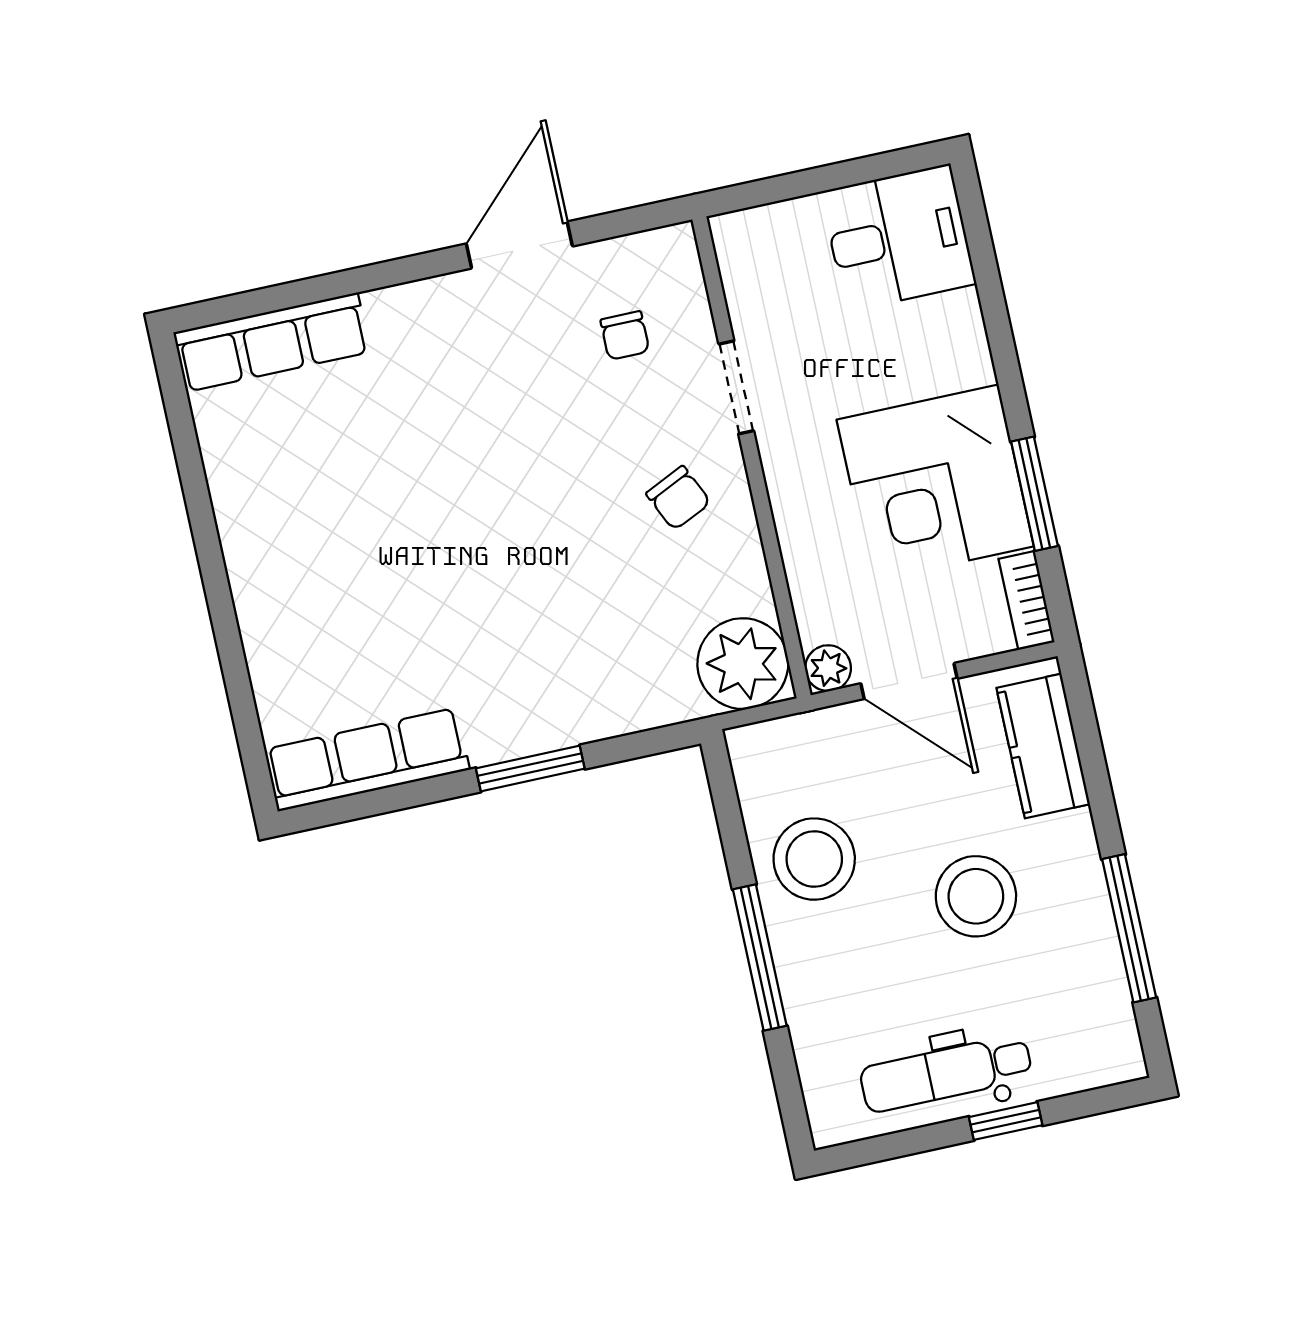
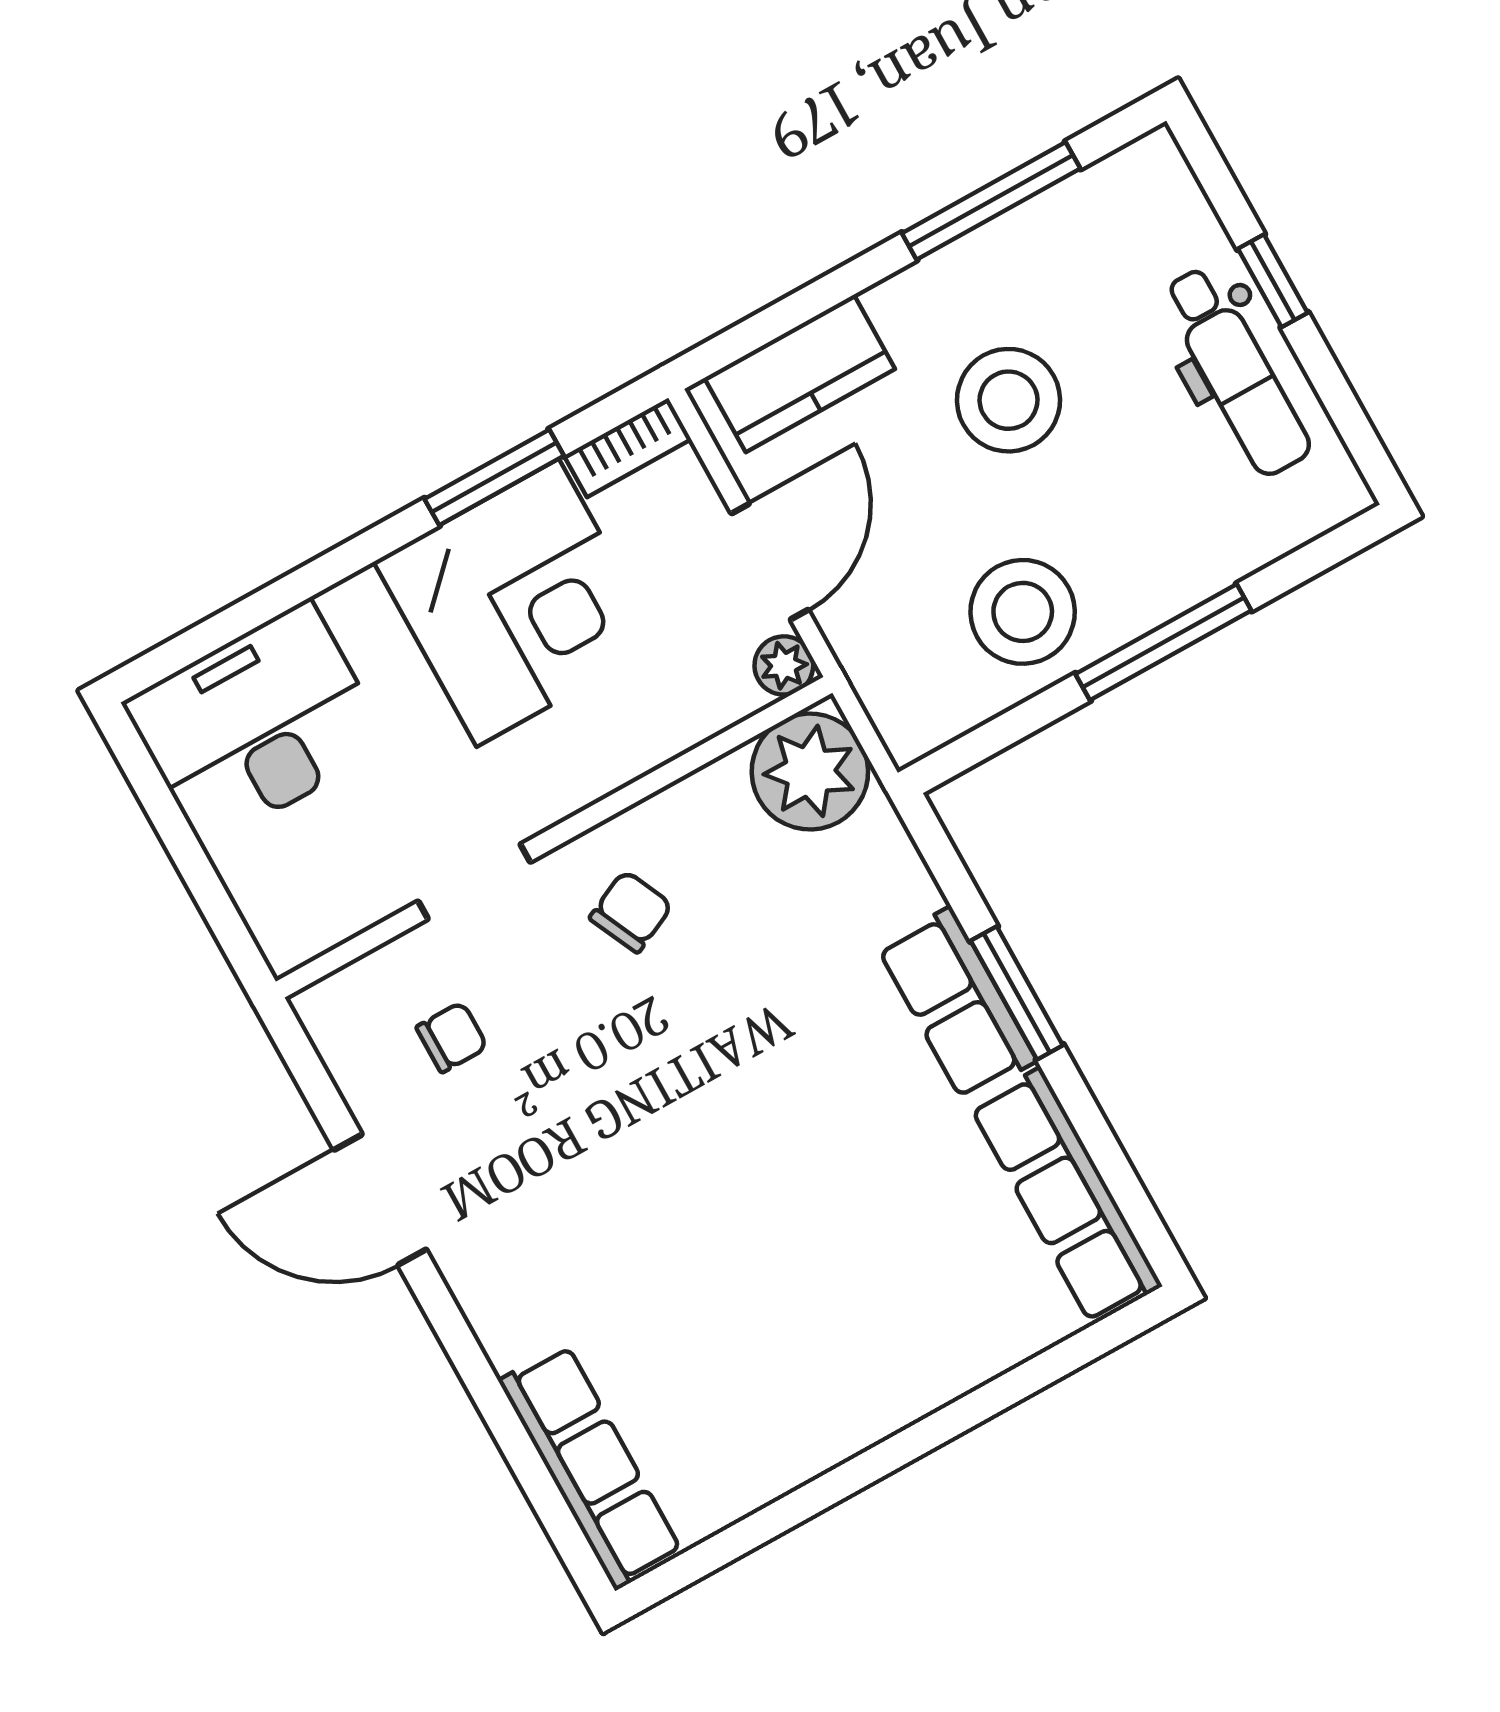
desk: (898, 238) -> (257, 724), width x1.37
row of seats: (536, 721) -> (957, 1004), added

